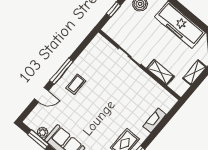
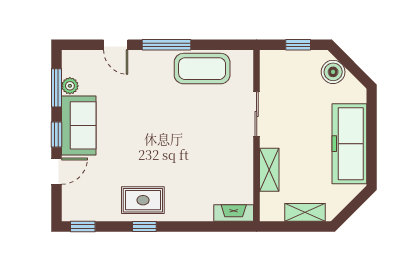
coffee table: (76, 84) -> (202, 69), moved, width x1.86, depth x1.72
fireplace: (155, 120) -> (234, 213), moved

